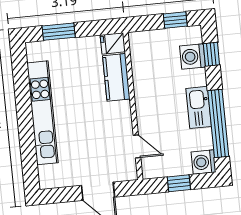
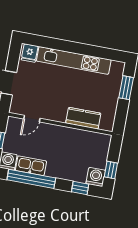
fridge: (113, 43) -> (30, 53), moved, turned 180
washing machine: (192, 57) -> (96, 177), moved
kitchen sink: (199, 107) -> (31, 166), moved

